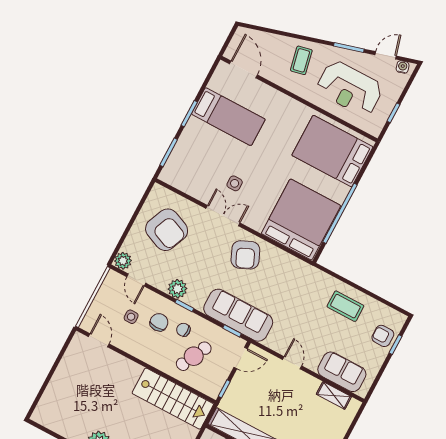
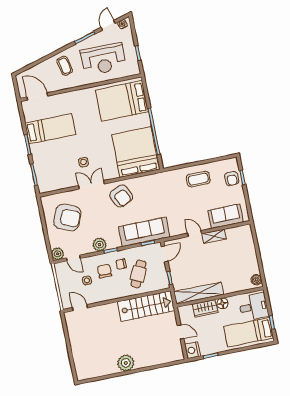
armchair: (383, 336) -> (232, 179), turned -90
shelving: (334, 395) -> (214, 236), moved

